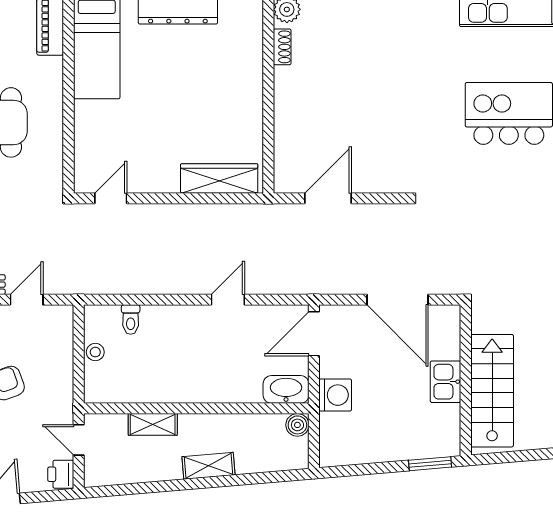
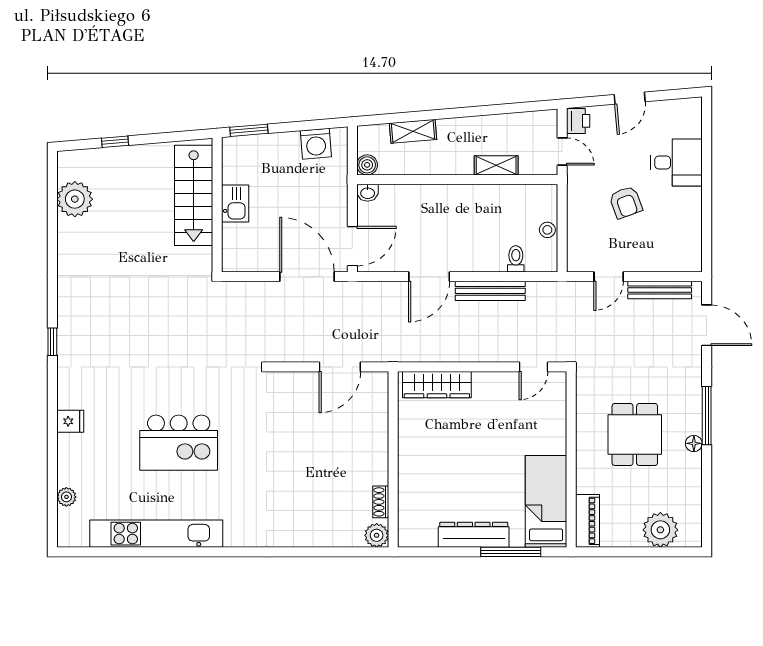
bench: (159, 284) -> (490, 291), added
door: (228, 300) -> (429, 277), width x1.38
door: (398, 300) -> (307, 277), moved
washbasin: (286, 389) -> (368, 193), width x0.52, depth x0.69
washing machine: (335, 395) -> (316, 144), moved, turned -95
shelving: (208, 466) -> (413, 131), moved

